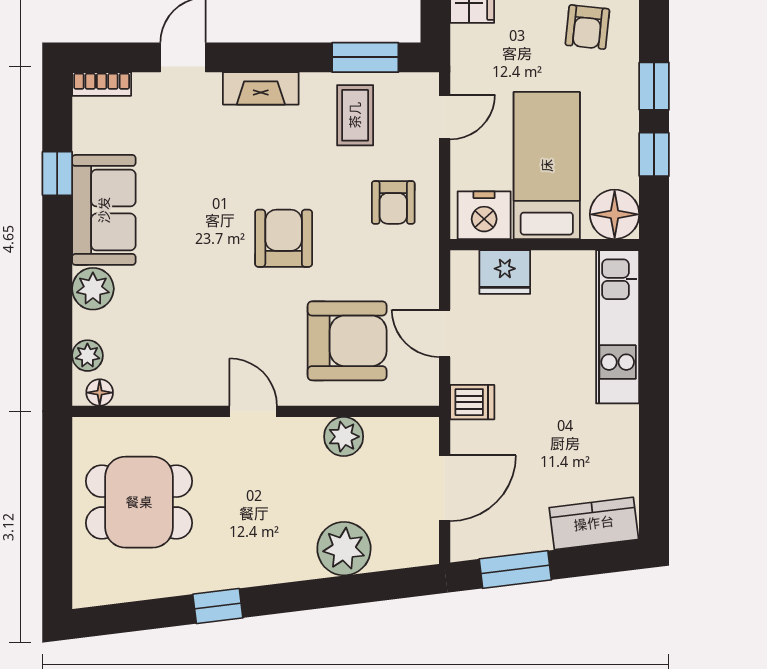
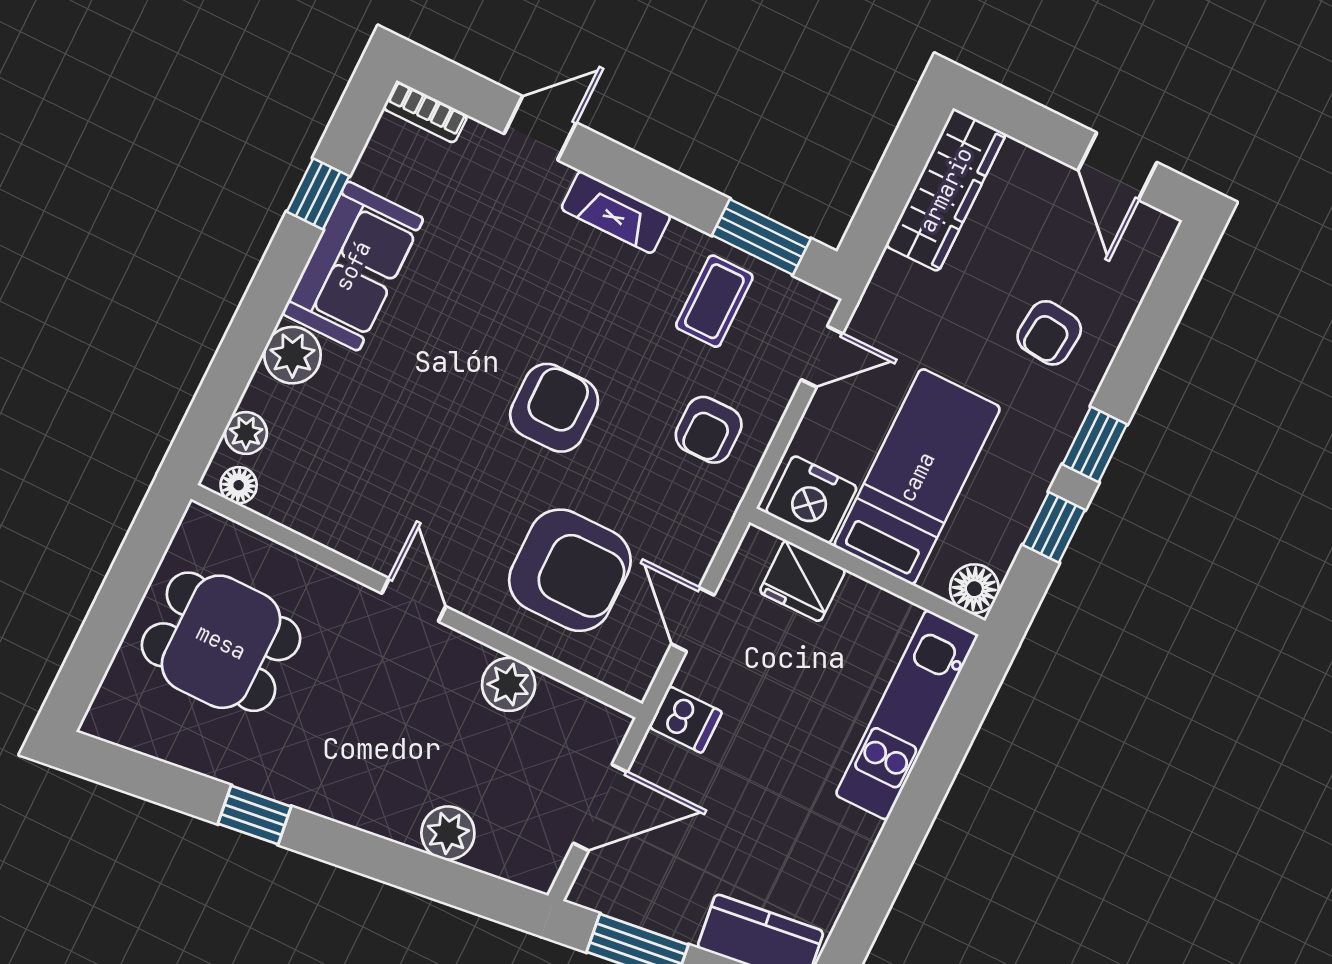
floor lamp: (615, 214) -> (974, 589), width x0.73, depth x0.73
plant: (344, 549) -> (448, 833), width x0.73, depth x0.73

